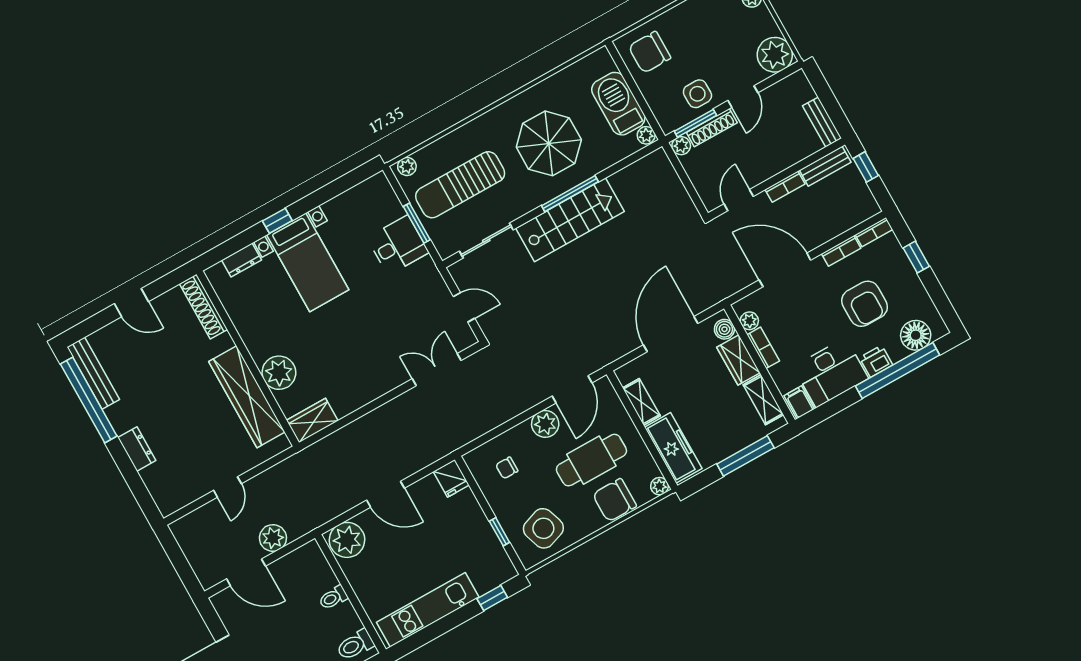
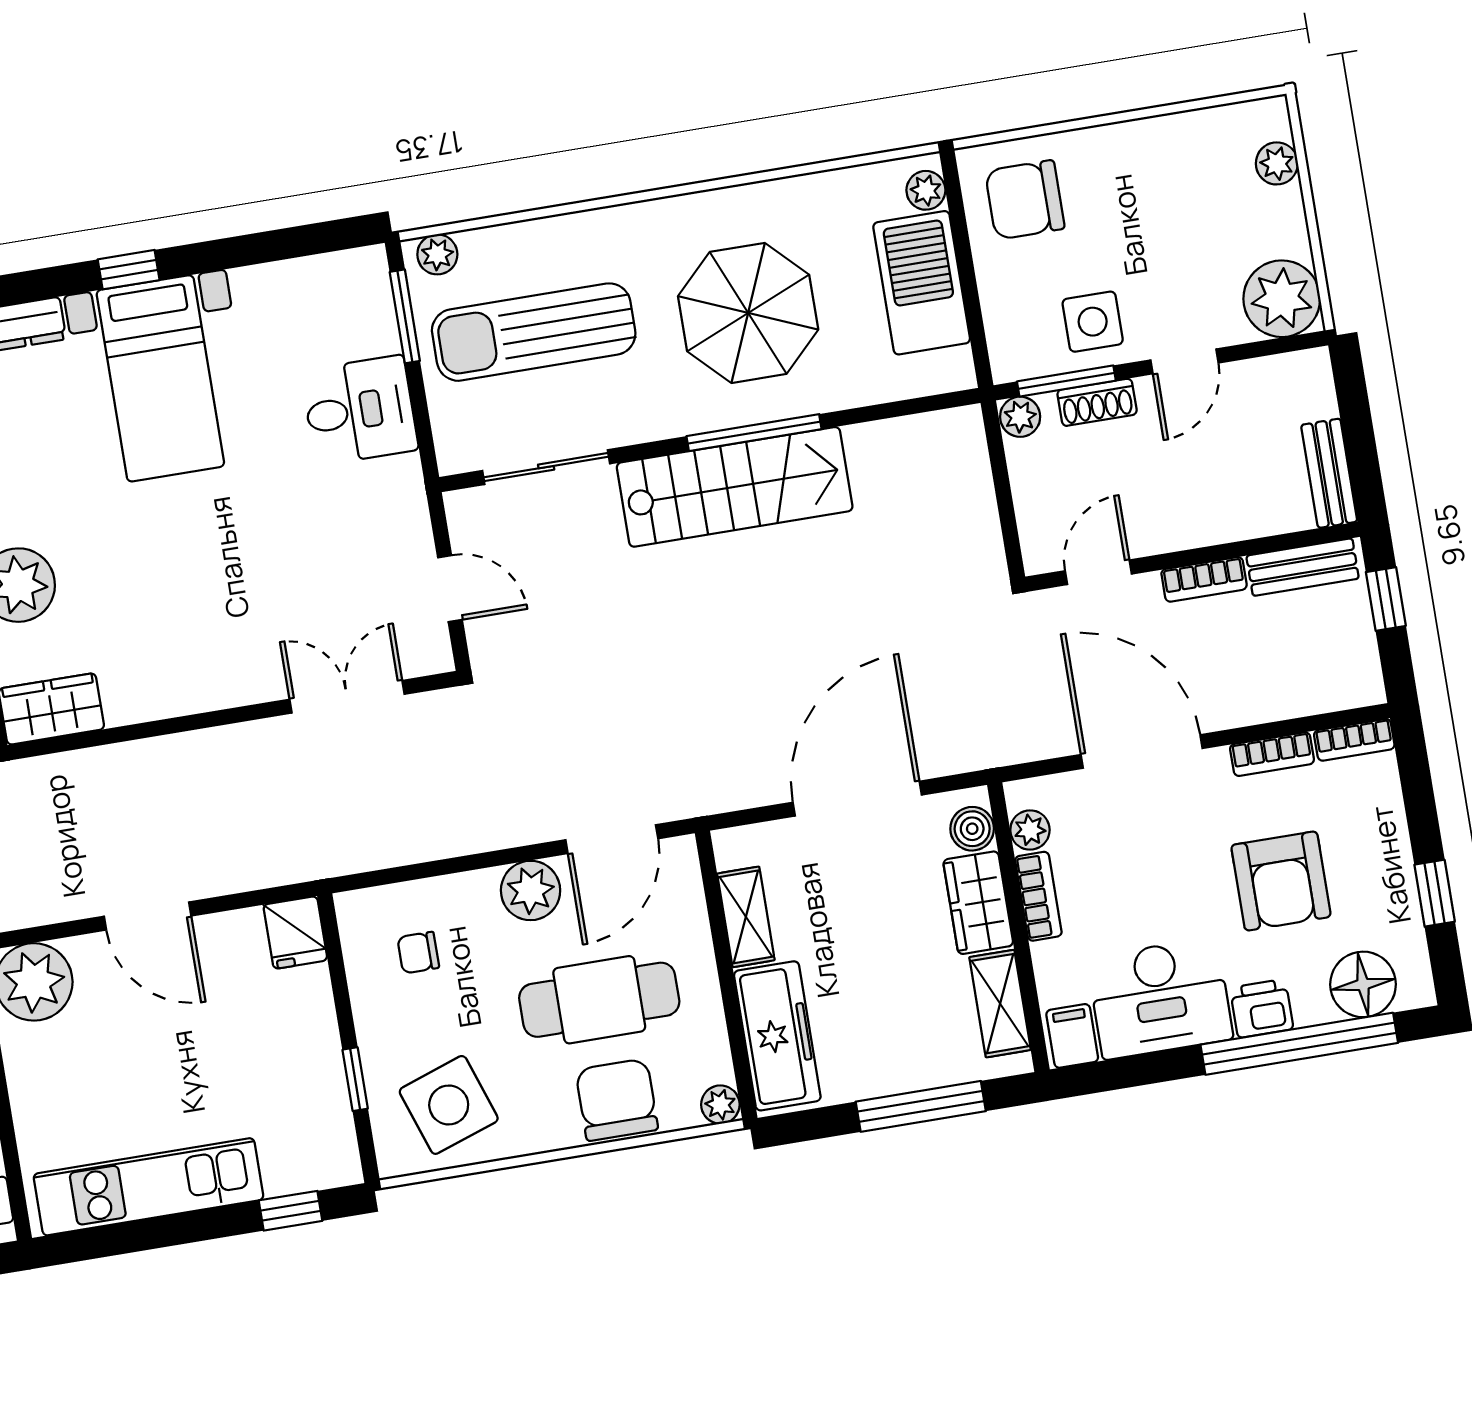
shoe rack: (712, 128) -> (1097, 402), width x0.70
plant: (646, 135) -> (926, 190), moved
window: (417, 223) -> (405, 316), moved
window: (916, 257) -> (1435, 893), moved
chair: (614, 500) -> (617, 1100), turned 90

